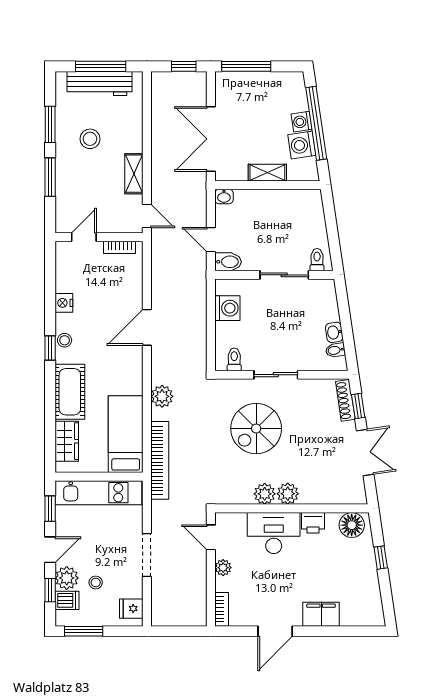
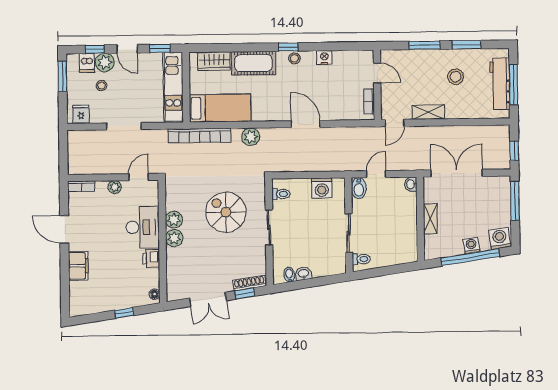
washing machine: (302, 145) -> (500, 238), moved
floor lamp: (352, 525) -> (155, 294), width x0.53, depth x0.53

